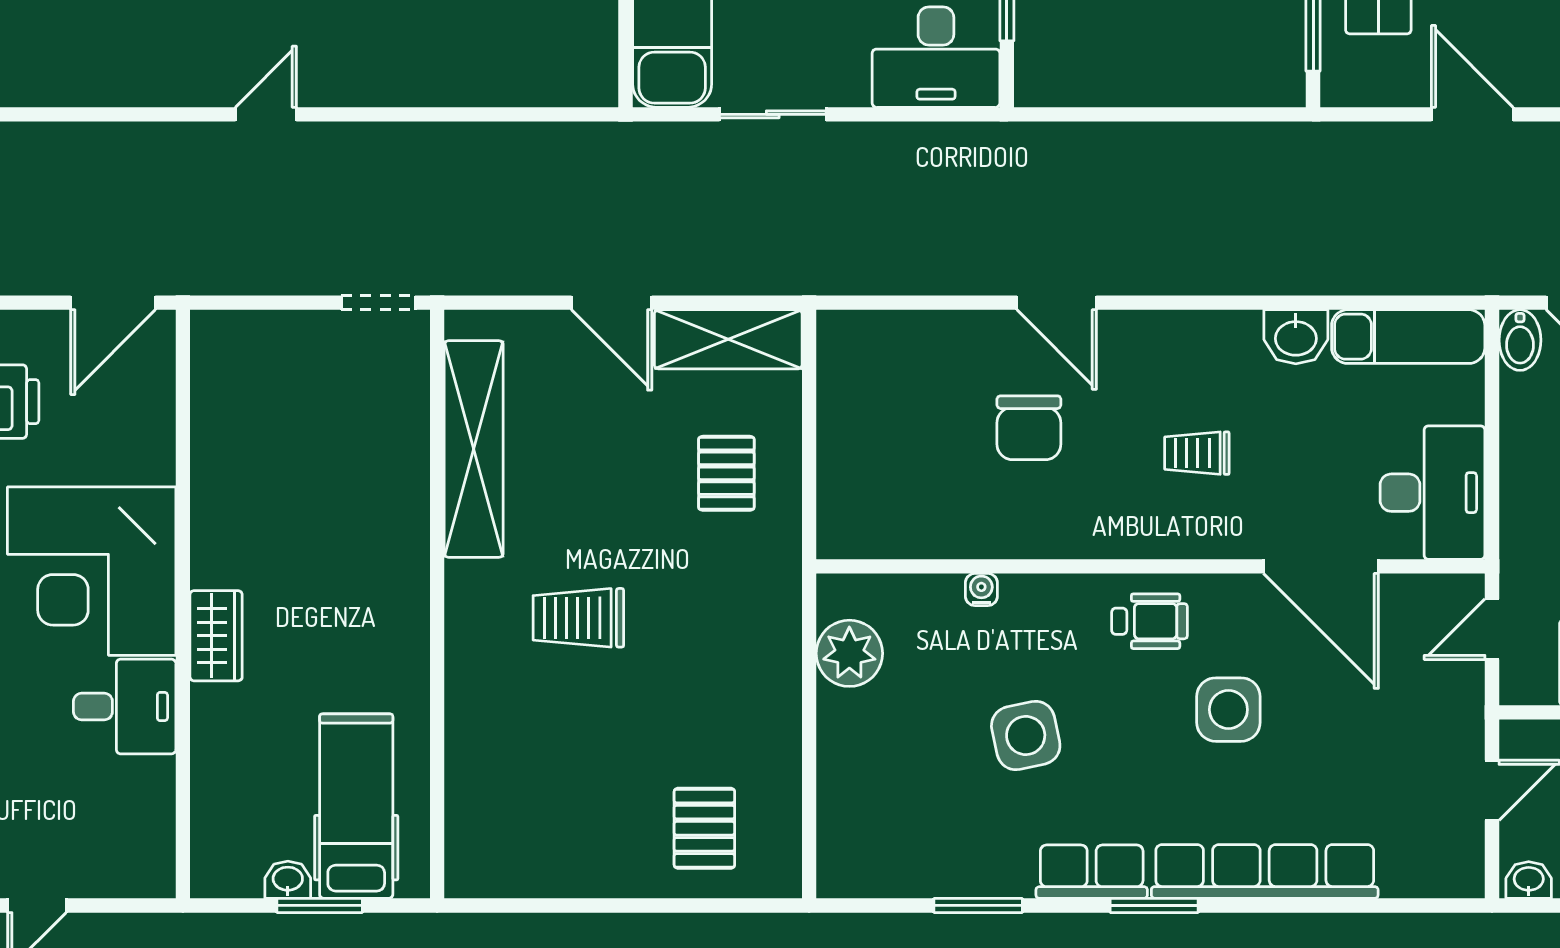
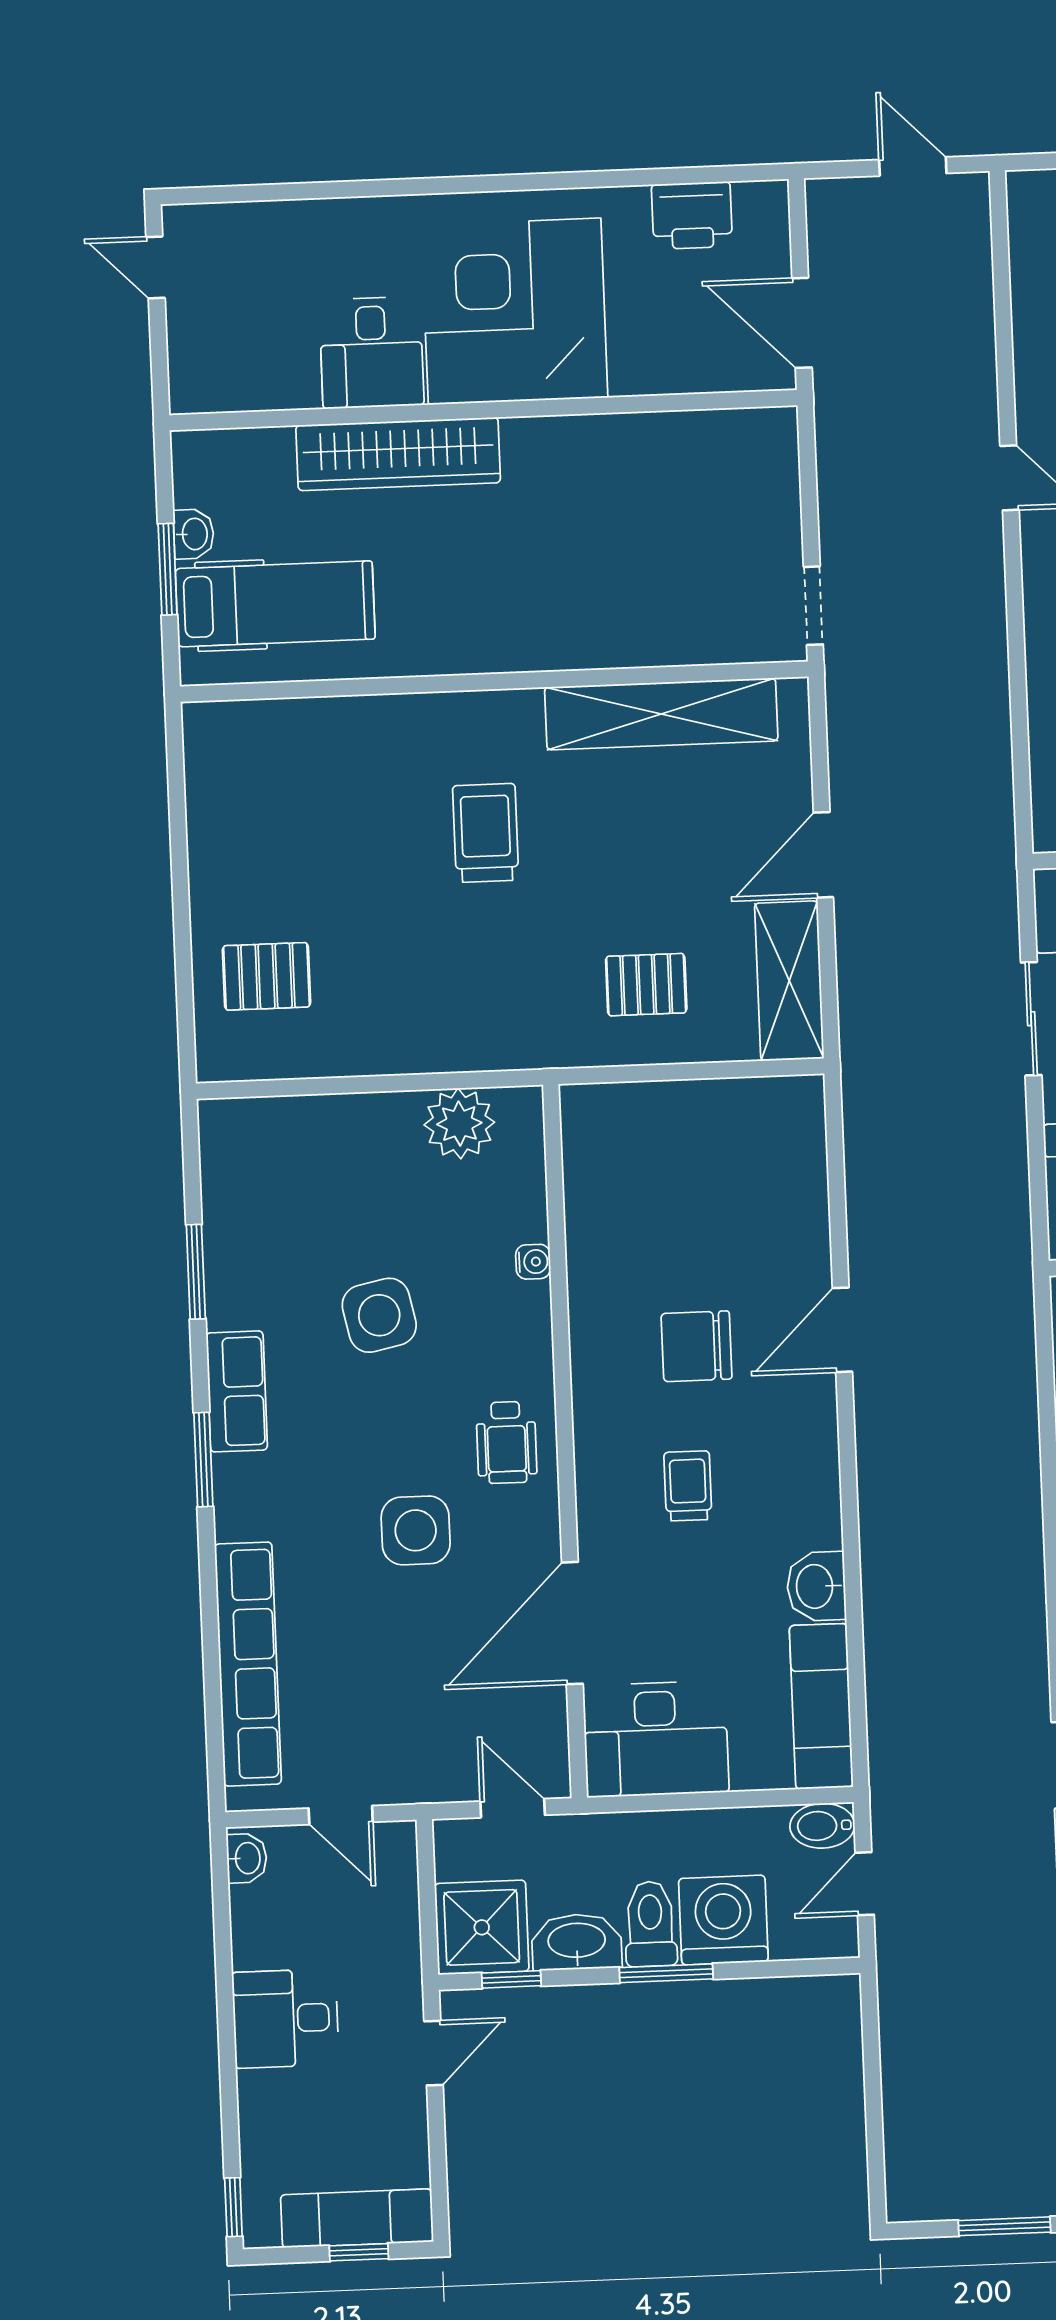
chair: (1029, 428) -> (697, 1346), moved
wardrobe: (216, 636) -> (398, 454), width x2.10, depth x1.17
row of seats: (1265, 871) -> (248, 1664), moved

